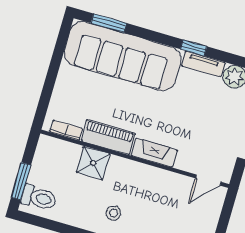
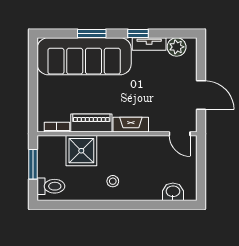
window: (109, 23) -> (92, 34), moved
shower: (93, 163) -> (81, 151), width x1.36, depth x1.36
door: (208, 180) -> (180, 134), hinge flipped
window: (21, 181) -> (33, 164), moved

